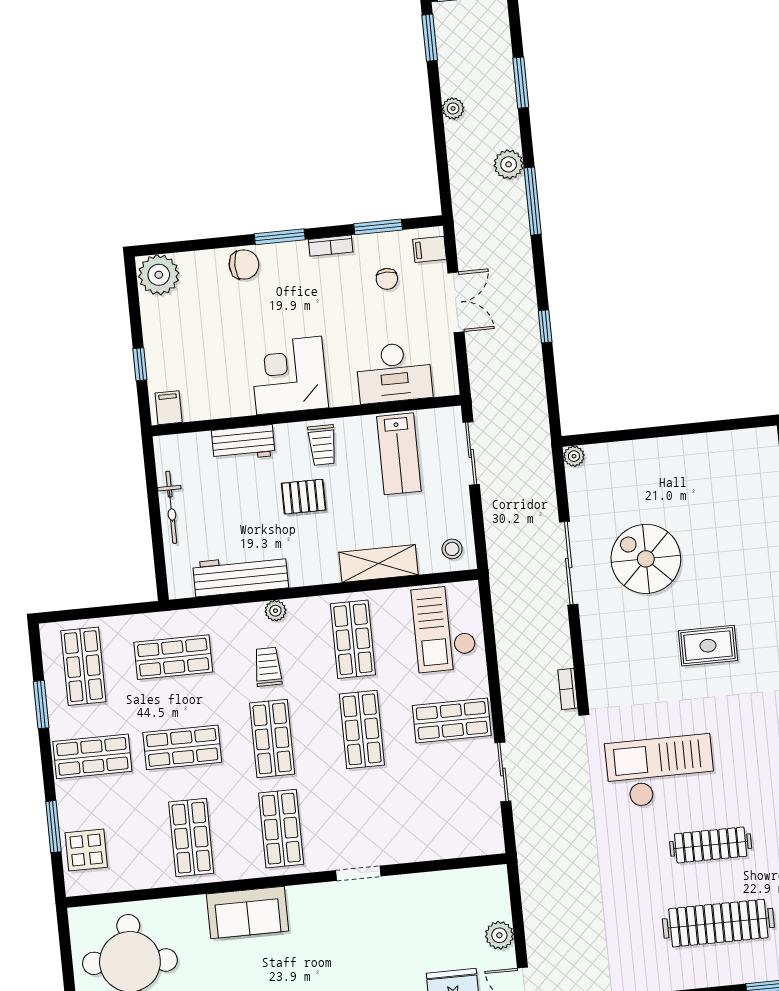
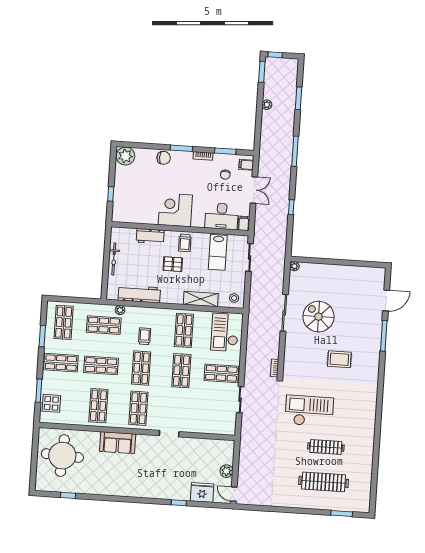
plant: (509, 164) -> (287, 133), removed
filing cabinet: (169, 408) -> (244, 223), moved
plant: (275, 611) -> (120, 310), moved

